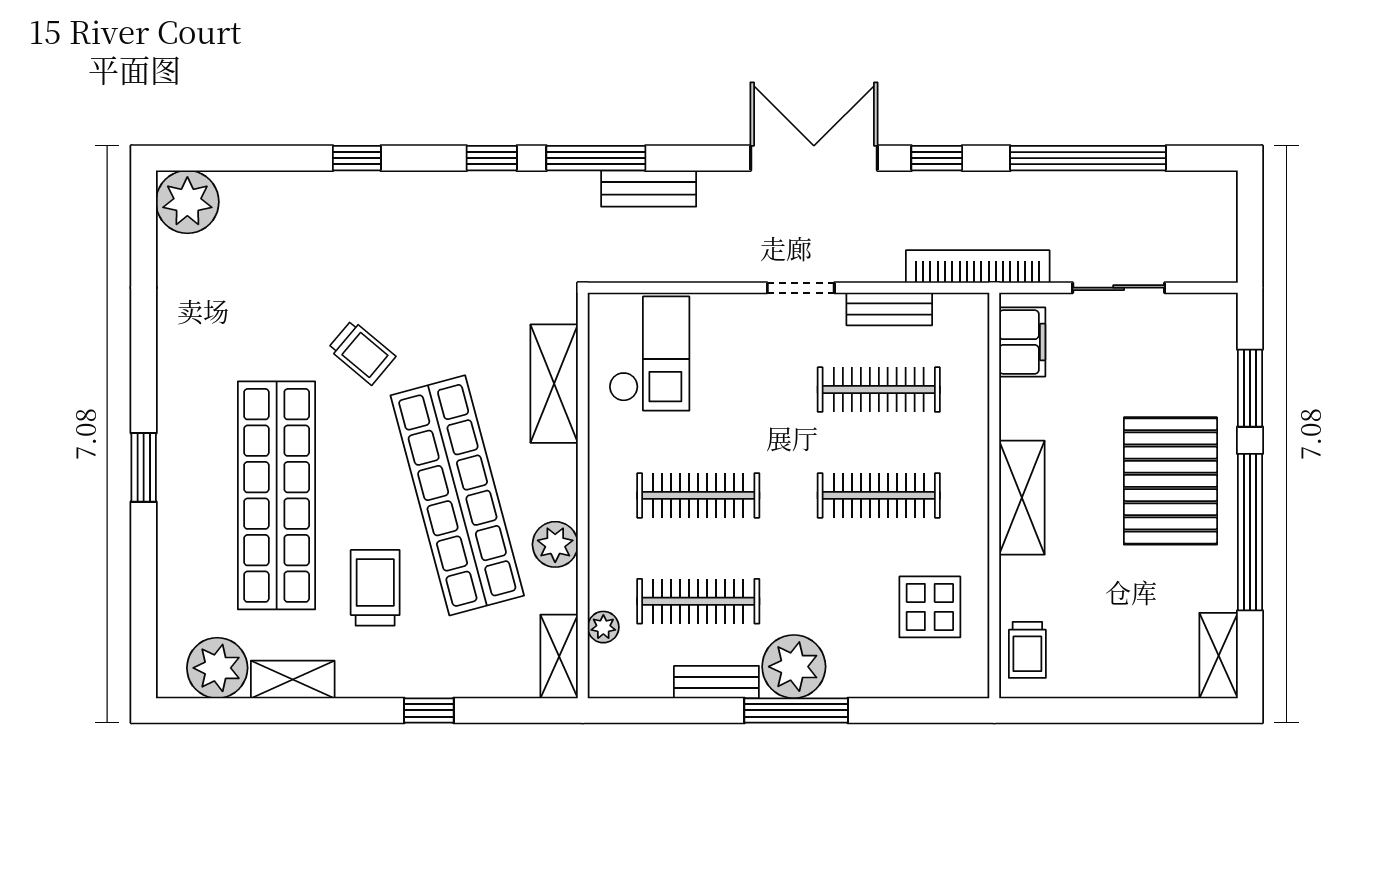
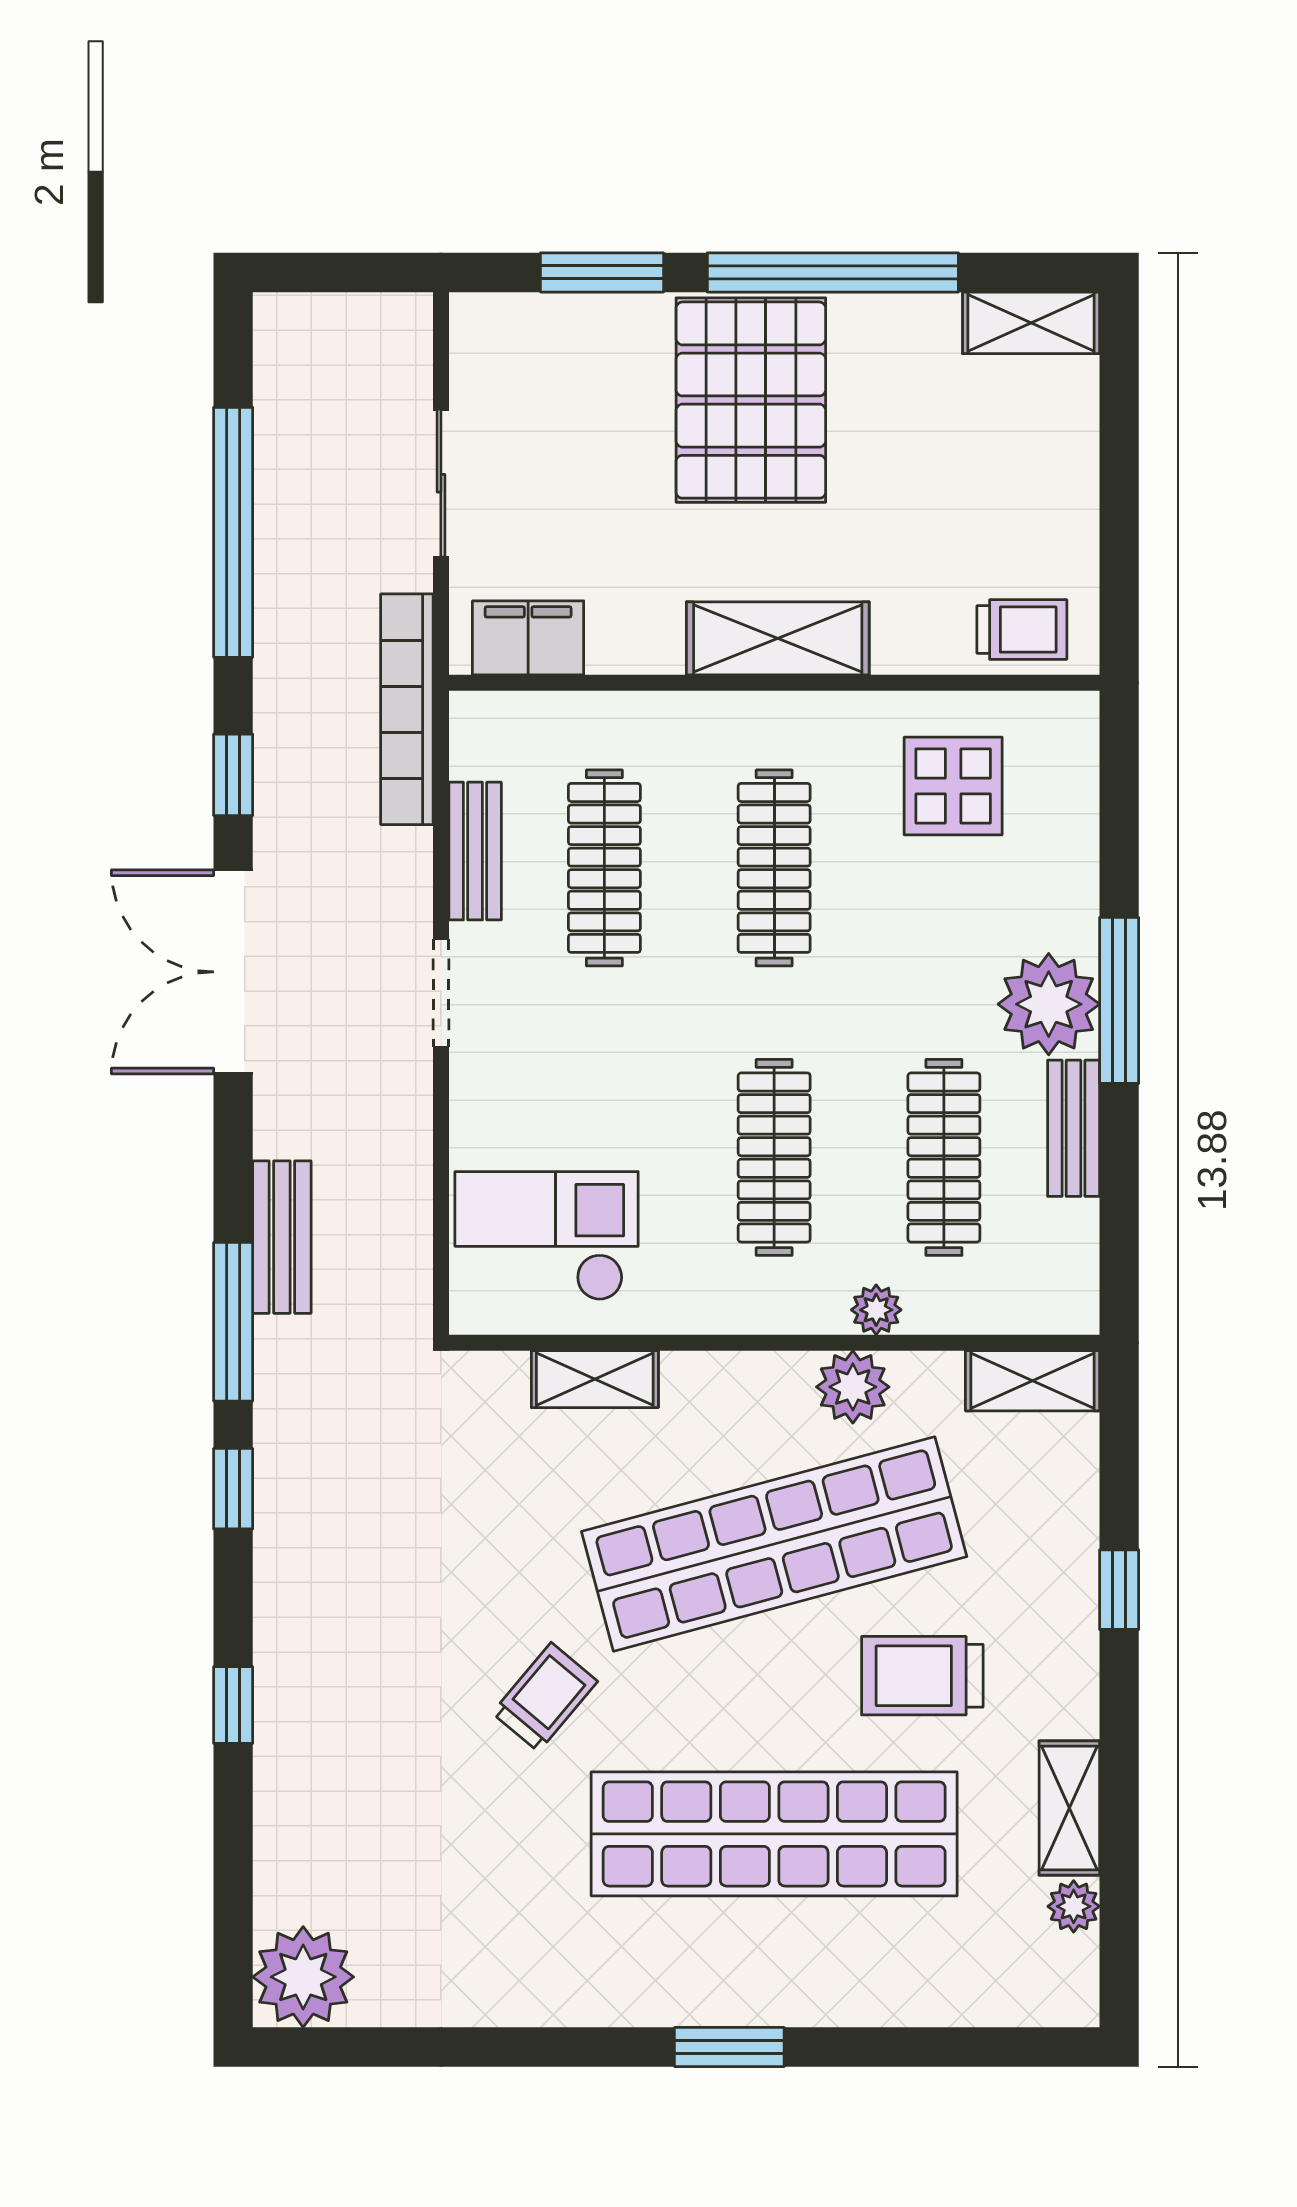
shelving: (554, 384) -> (595, 1379), width x0.67, depth x0.75
pallet: (1170, 481) -> (751, 400), turned 90
plant: (603, 627) -> (876, 1310), moved
plant: (217, 668) -> (1074, 1906), width x0.53, depth x0.53

